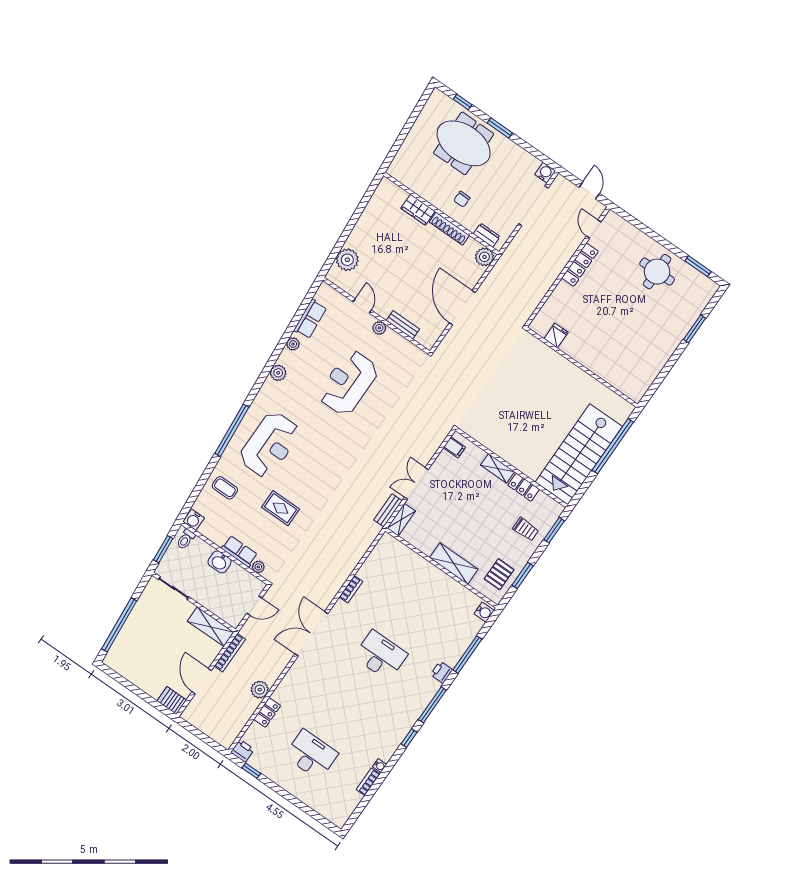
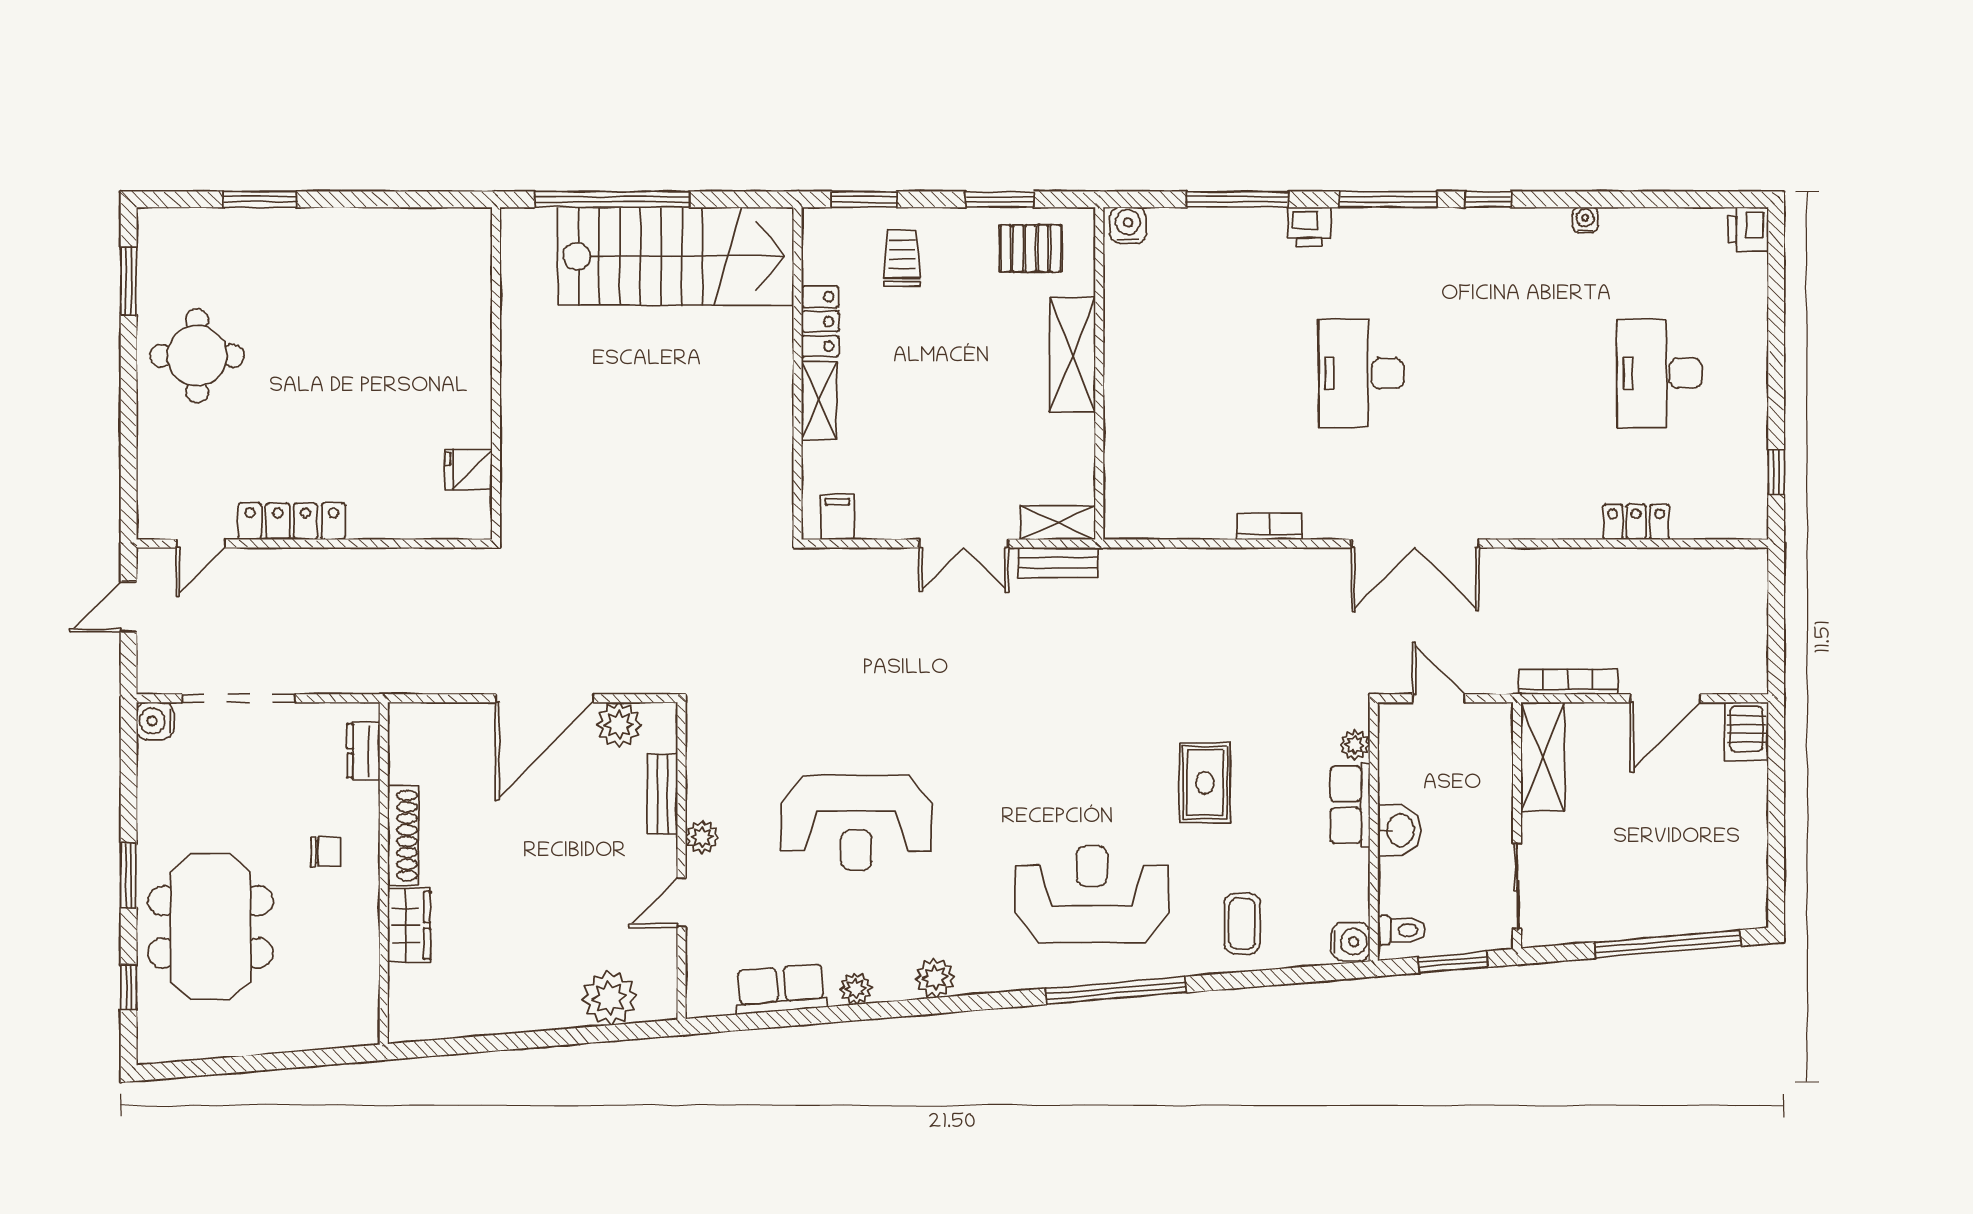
plant: (484, 257) -> (619, 725), moved
plant: (260, 690) -> (1601, 569), removed
printer: (243, 751) -> (1748, 229), moved
bookcase: (368, 782) -> (1634, 220), removed

